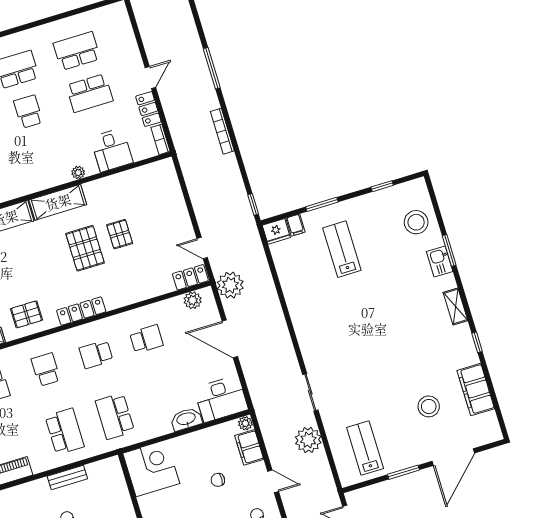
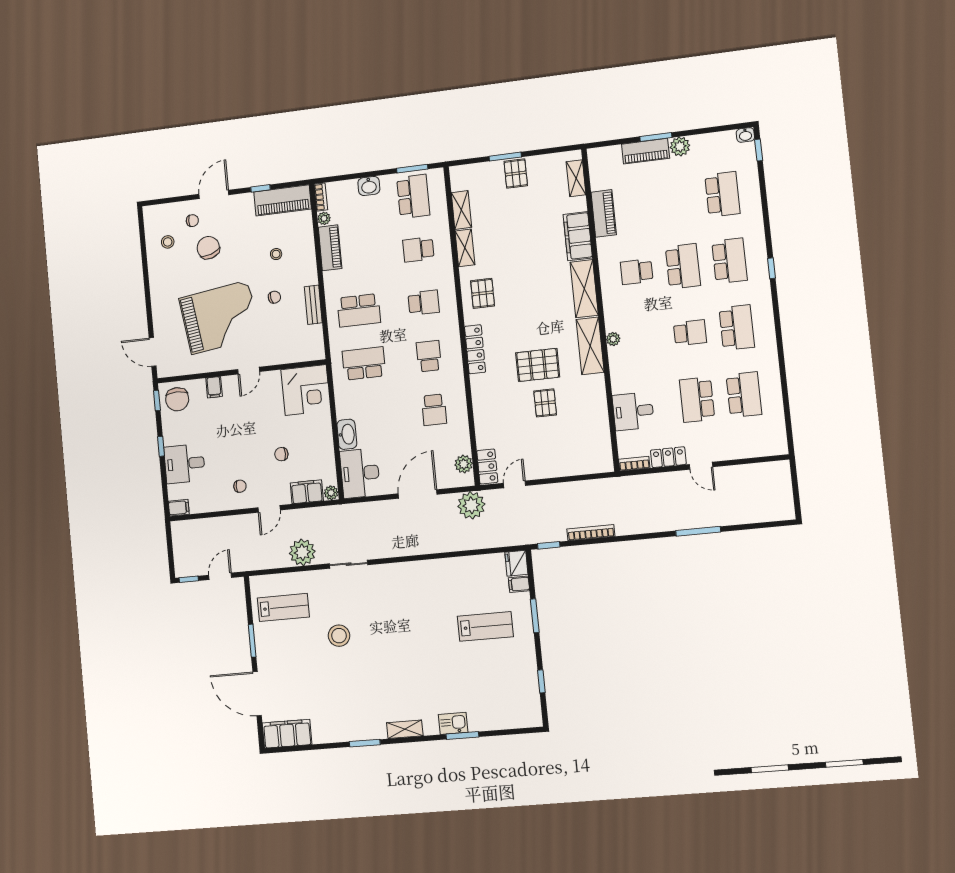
bookcase: (222, 131) -> (591, 533), moved
plant: (78, 173) -> (613, 339), moved
stool: (416, 222) -> (498, 708), removed
pallet: (120, 234) -> (545, 403), turned 90
window: (477, 342) -> (365, 743), width x1.50
filing cabinet: (476, 390) -> (287, 734), moved
stool: (429, 406) -> (339, 636), moved
chair: (218, 480) -> (281, 454), turned -89

